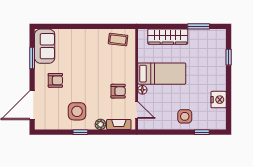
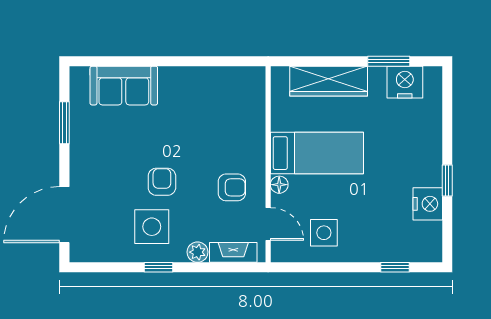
nightstand: (207, 37) -> (405, 82), added
coffee table: (118, 40) -> (232, 87), removed
sofa: (45, 46) -> (124, 86), moved, turned 90
window: (229, 57) -> (447, 181), moved
armchair: (55, 80) -> (162, 182), moved, turned -90
side table: (185, 116) -> (324, 233), moved

